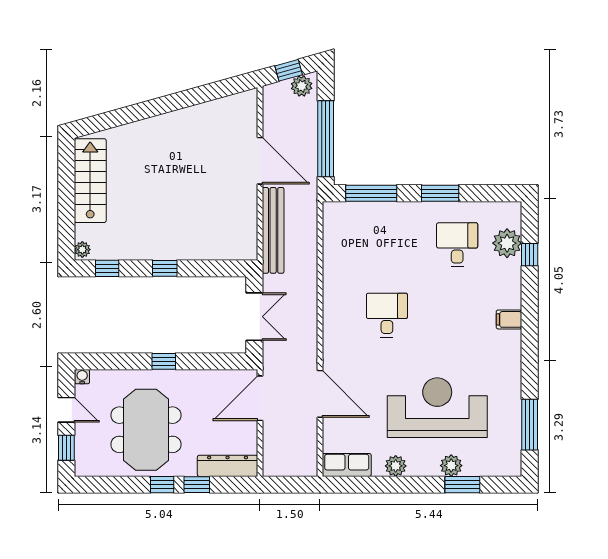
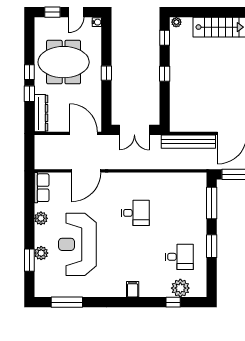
reception desk: (437, 408) -> (77, 244), turned 180

